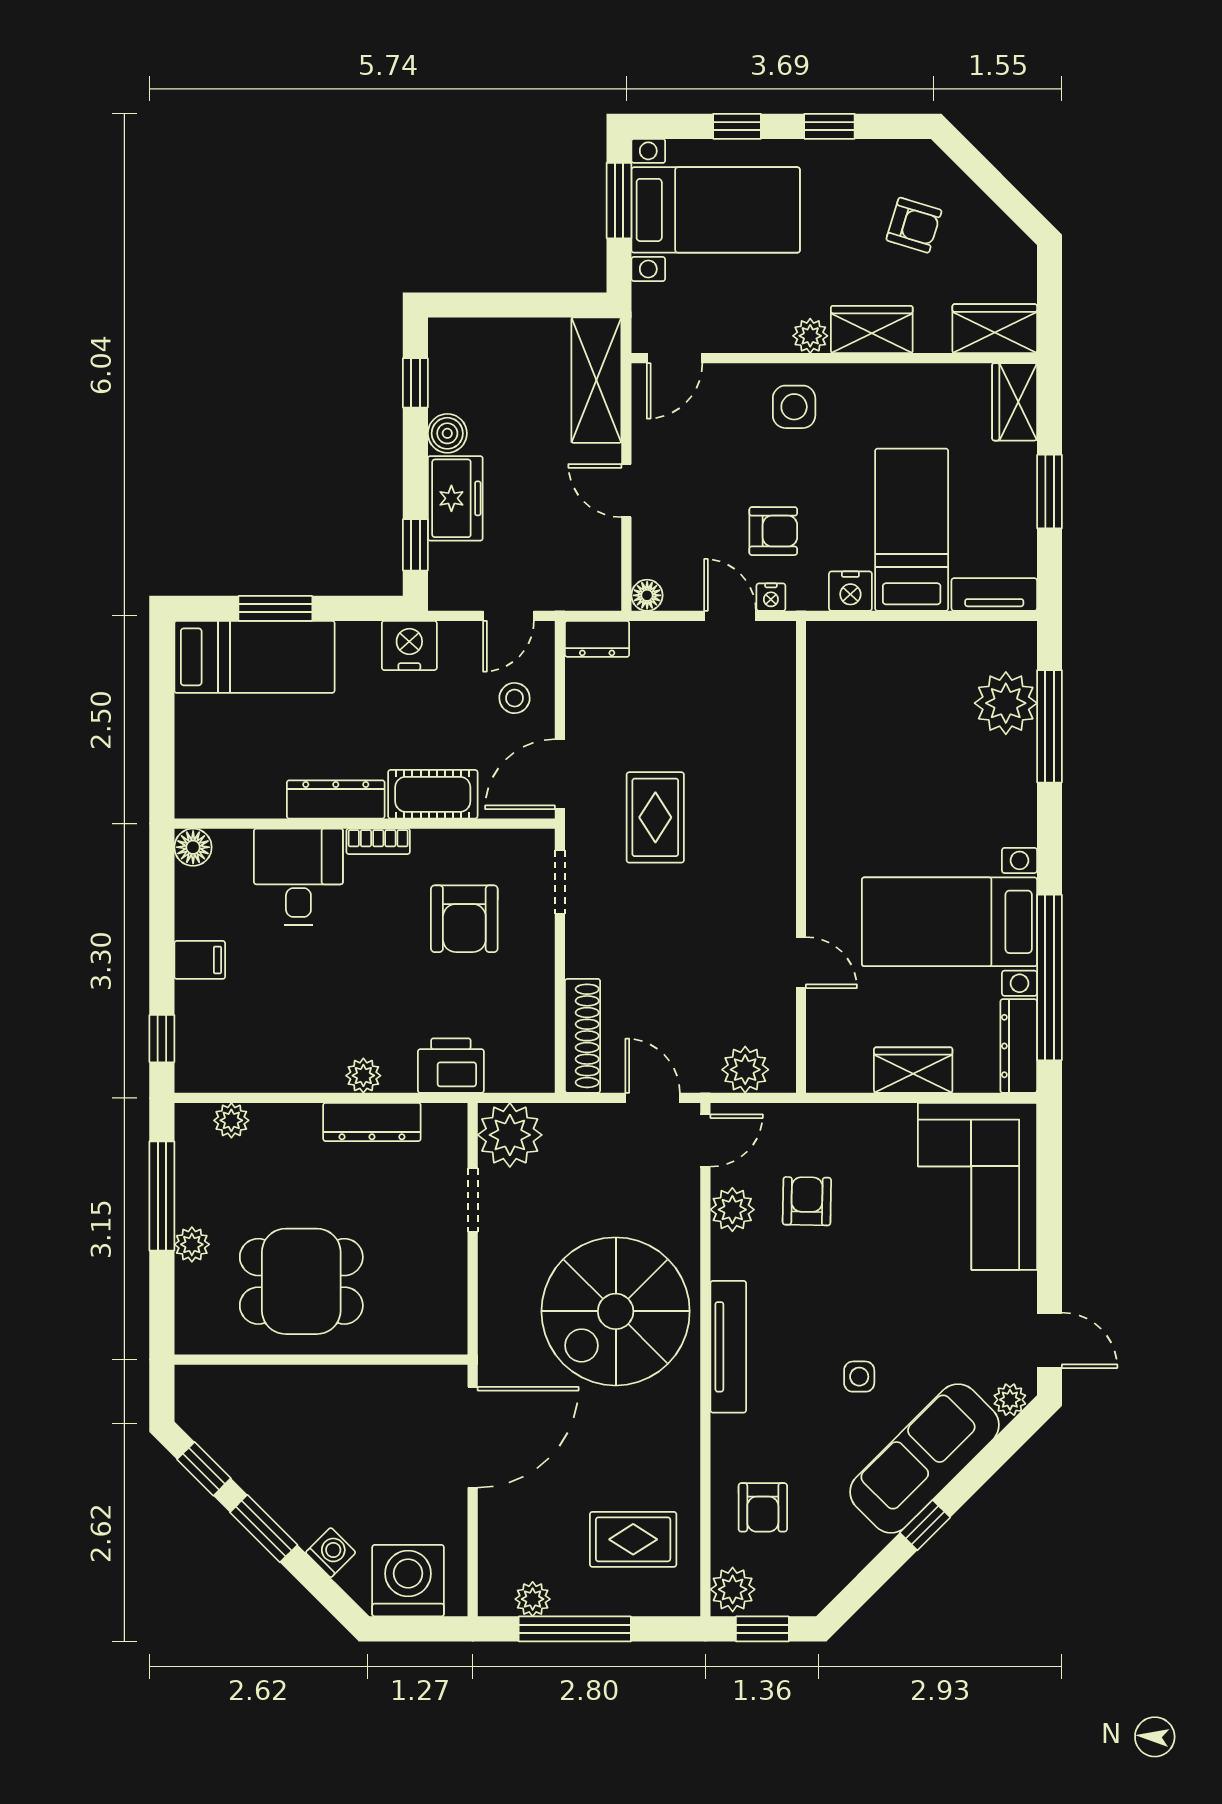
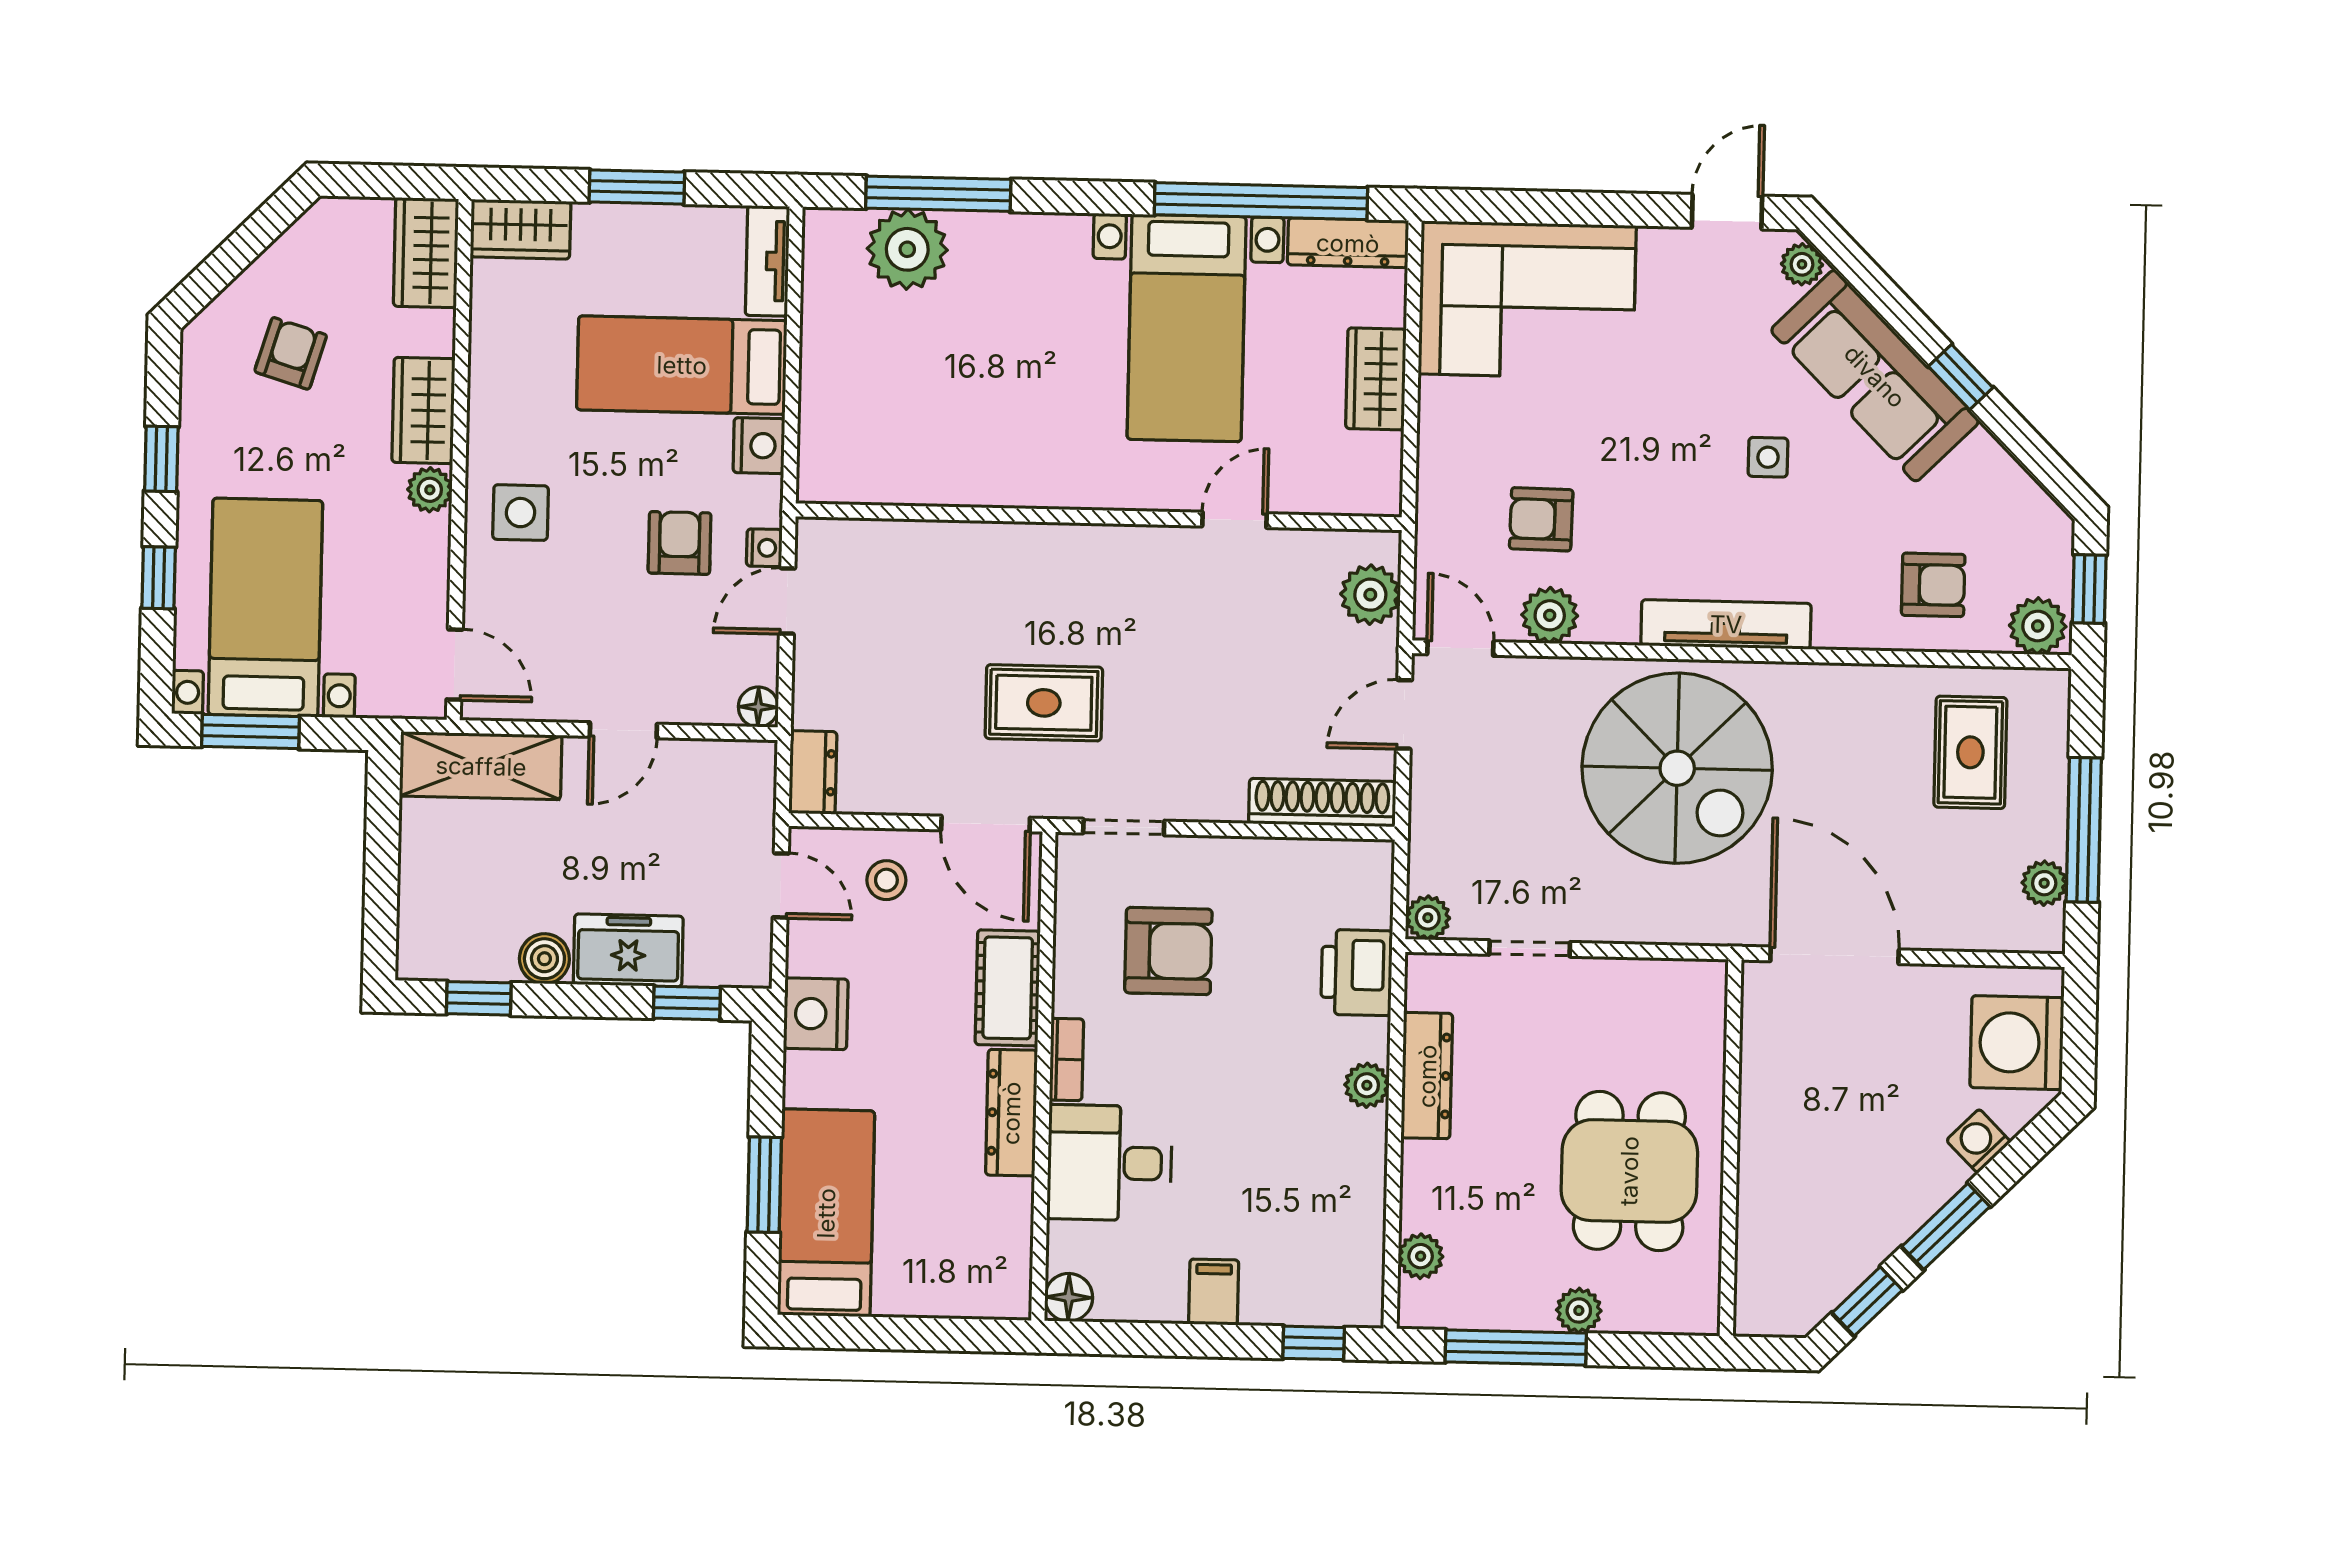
plant: (510, 1135) -> (1428, 918), width x0.53, depth x0.53

